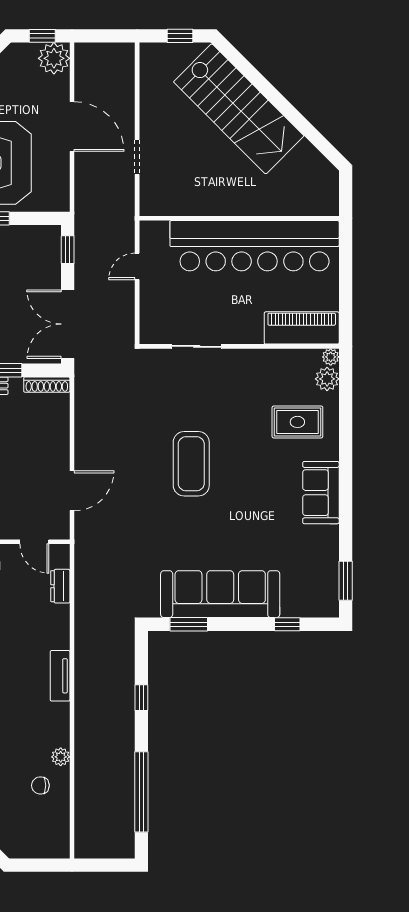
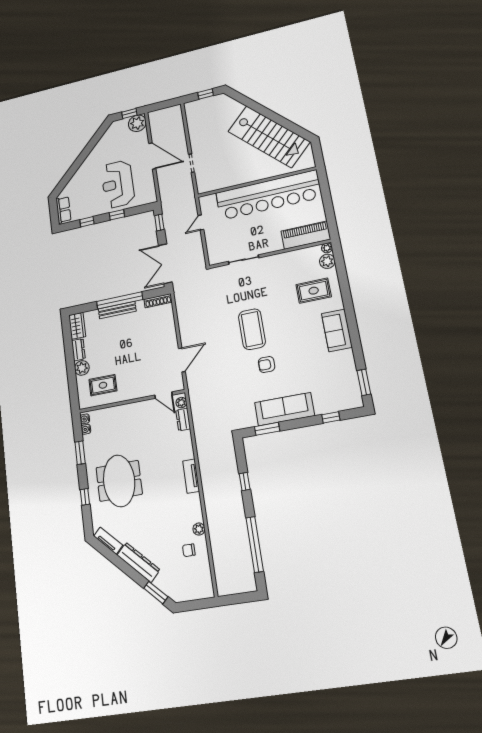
stairs: (239, 109) -> (269, 137), moved
armchair: (205, 525) -> (267, 364), added
plant: (61, 559) -> (181, 403), added
sofa: (220, 594) -> (284, 409), width x0.74, depth x0.79

